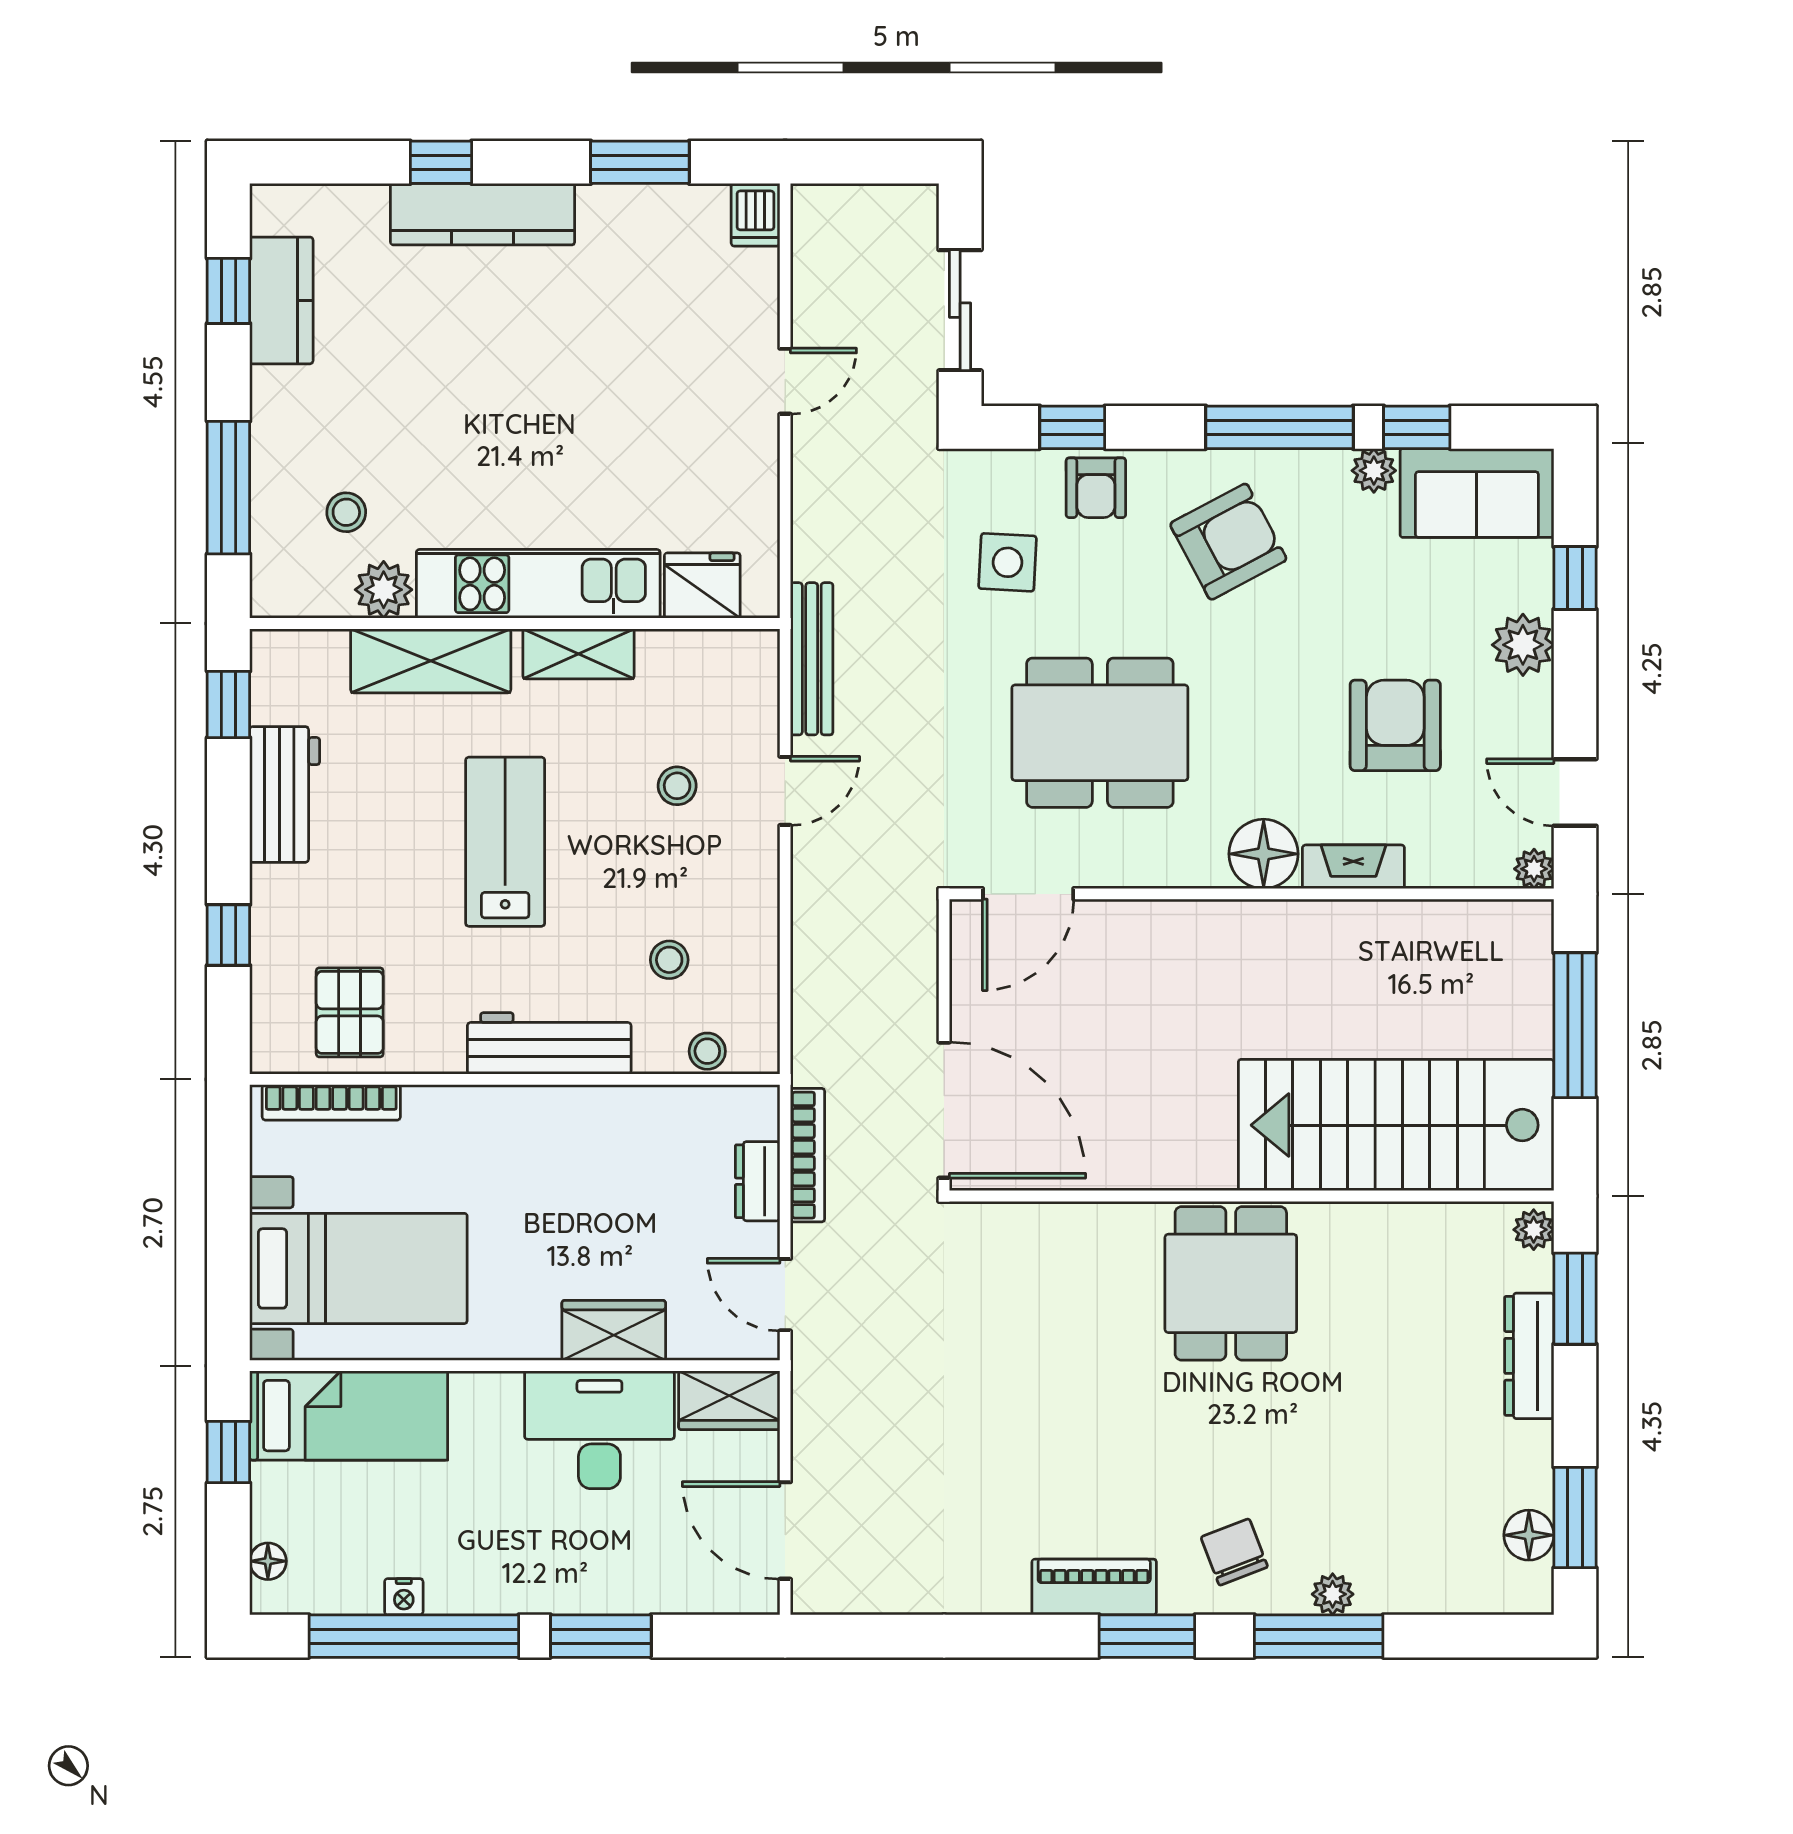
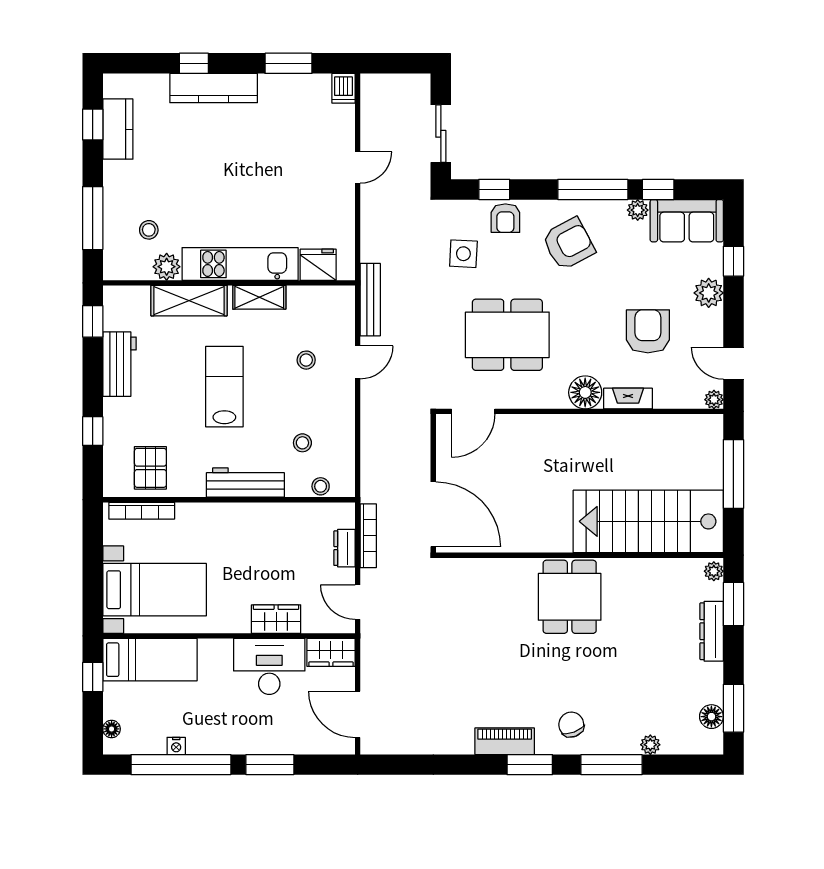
plant: (1333, 1594) -> (650, 745), moved

